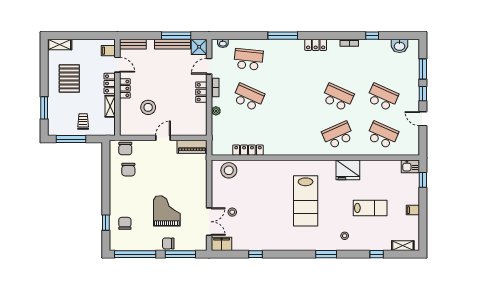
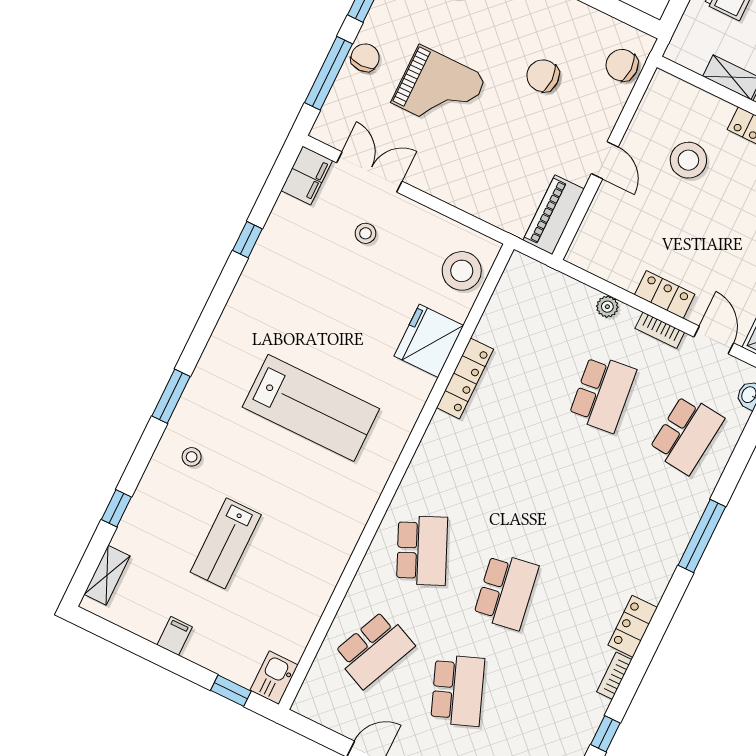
locker: (316, 45) -> (633, 626), moved
school desk: (248, 97) -> (603, 393), turned -30
school desk: (338, 97) -> (506, 591), turned -33
school desk: (382, 97) -> (458, 690), turned -45
locker: (248, 150) -> (465, 378), moved
chair: (128, 170) -> (543, 76), moved
fridge: (348, 170) -> (429, 341), moved
lab bench: (306, 201) -> (311, 408), turned 180
double door: (209, 222) -> (369, 172), swing flipped

